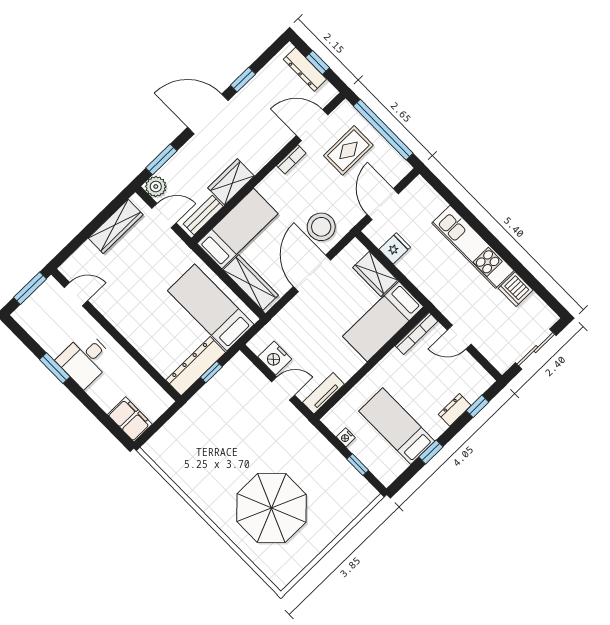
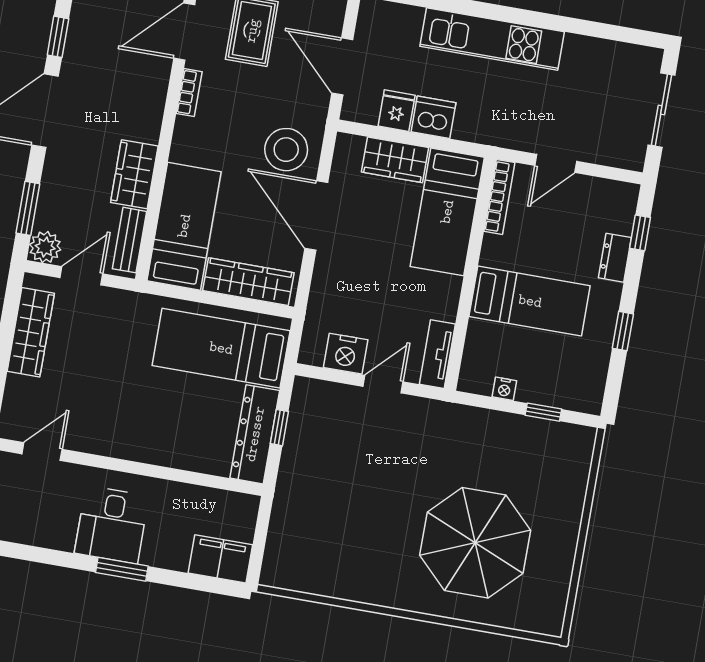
dishwasher: (516, 289) -> (433, 117), moved, turned 180
window: (55, 368) -> (122, 569), moved
bed: (397, 426) -> (530, 301), moved, turned 180

